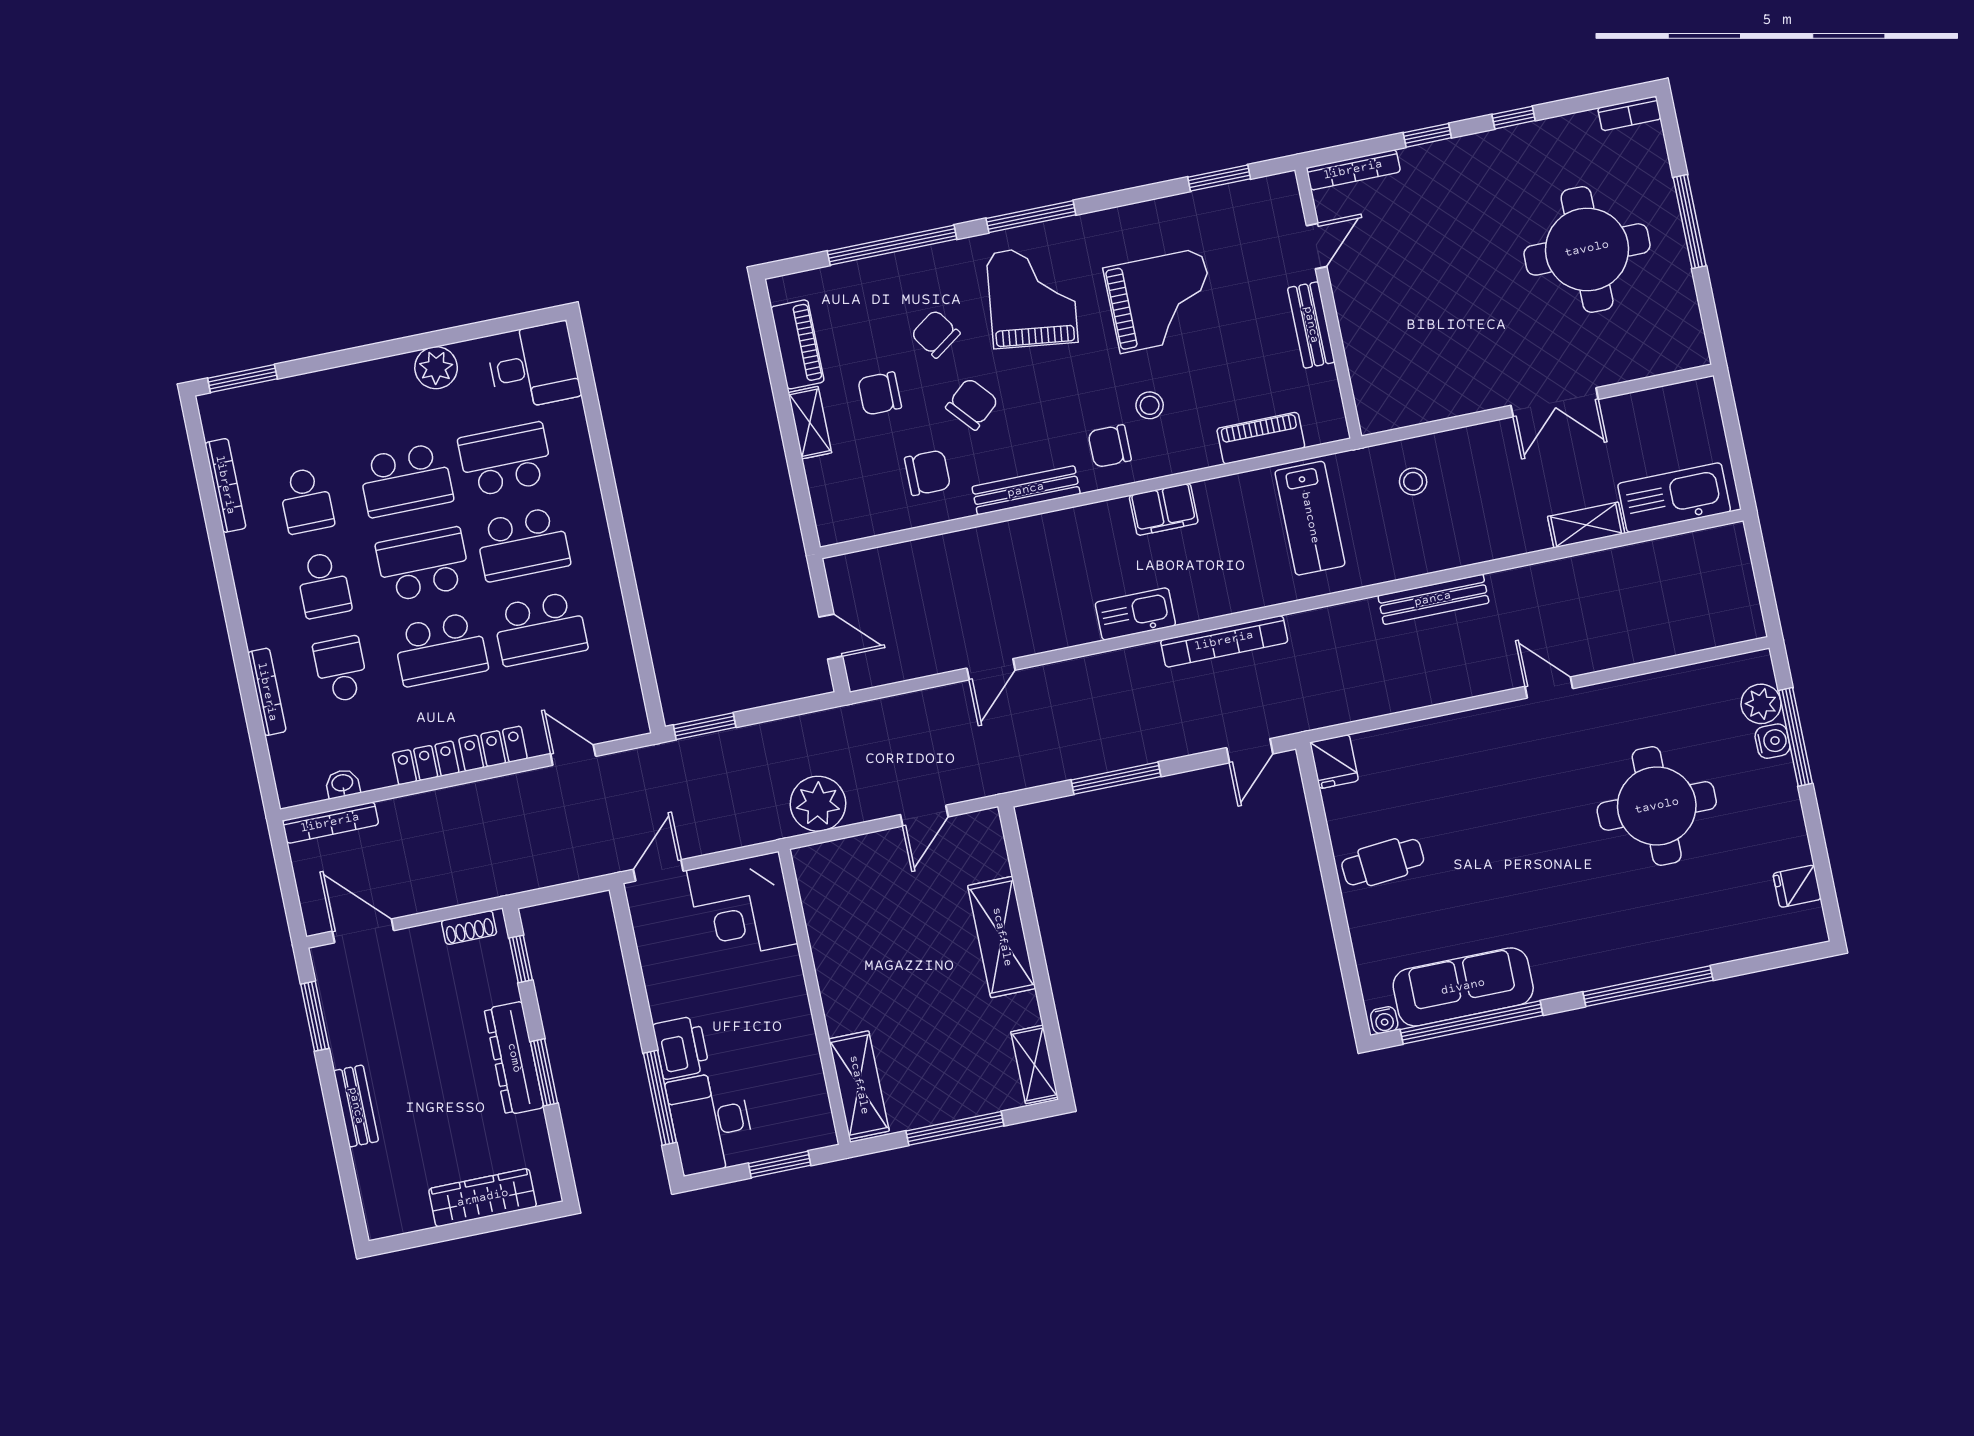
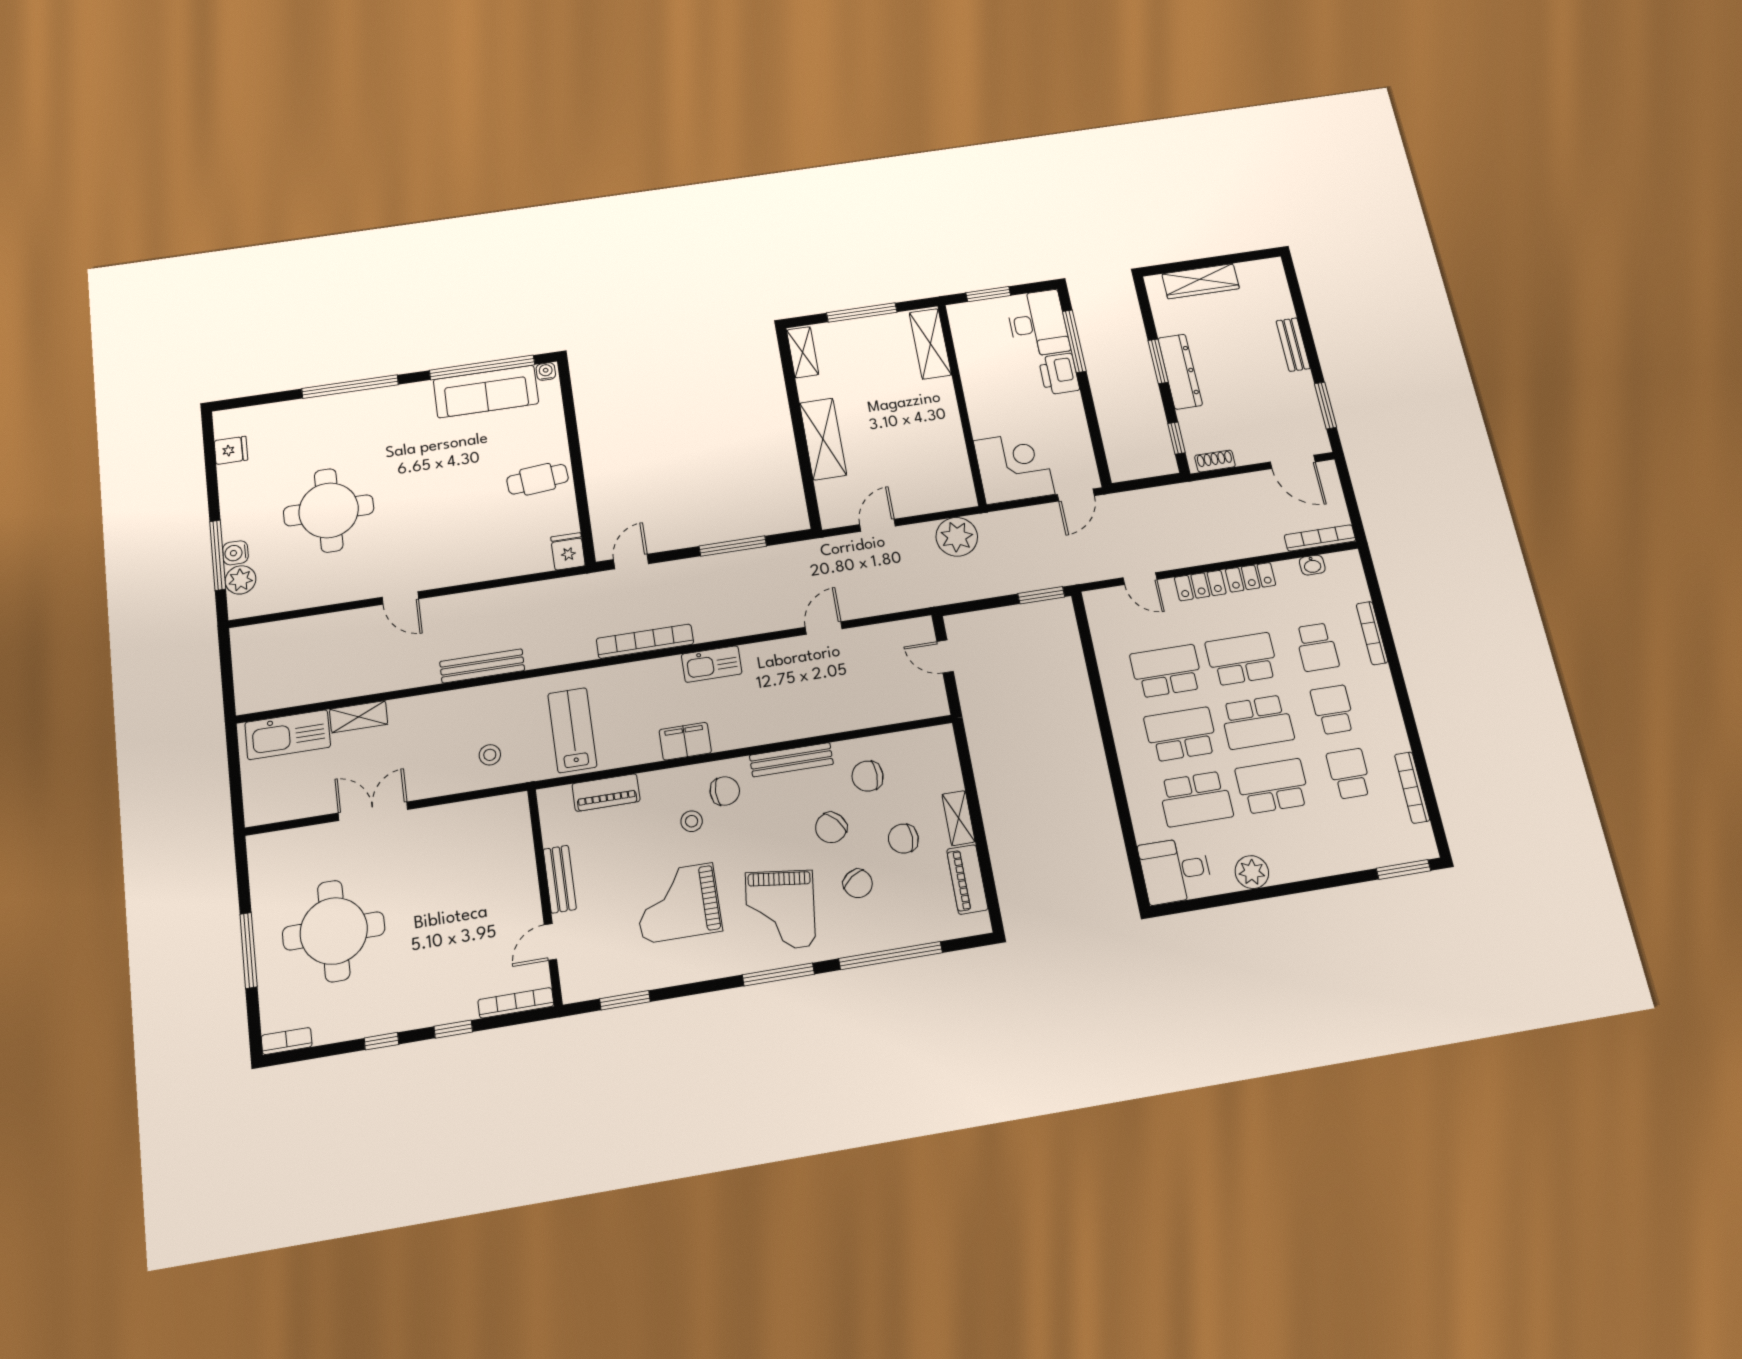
chair: (880, 393) -> (903, 839), turned 180

